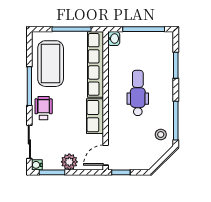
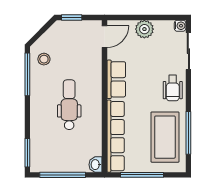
window: (176, 65) -> (27, 153), moved
window: (29, 86) -> (188, 133), moved
dental chair: (138, 93) -> (69, 105), turned 180
window: (52, 172) -> (163, 18), removed
window: (121, 172) -> (72, 18), moved

